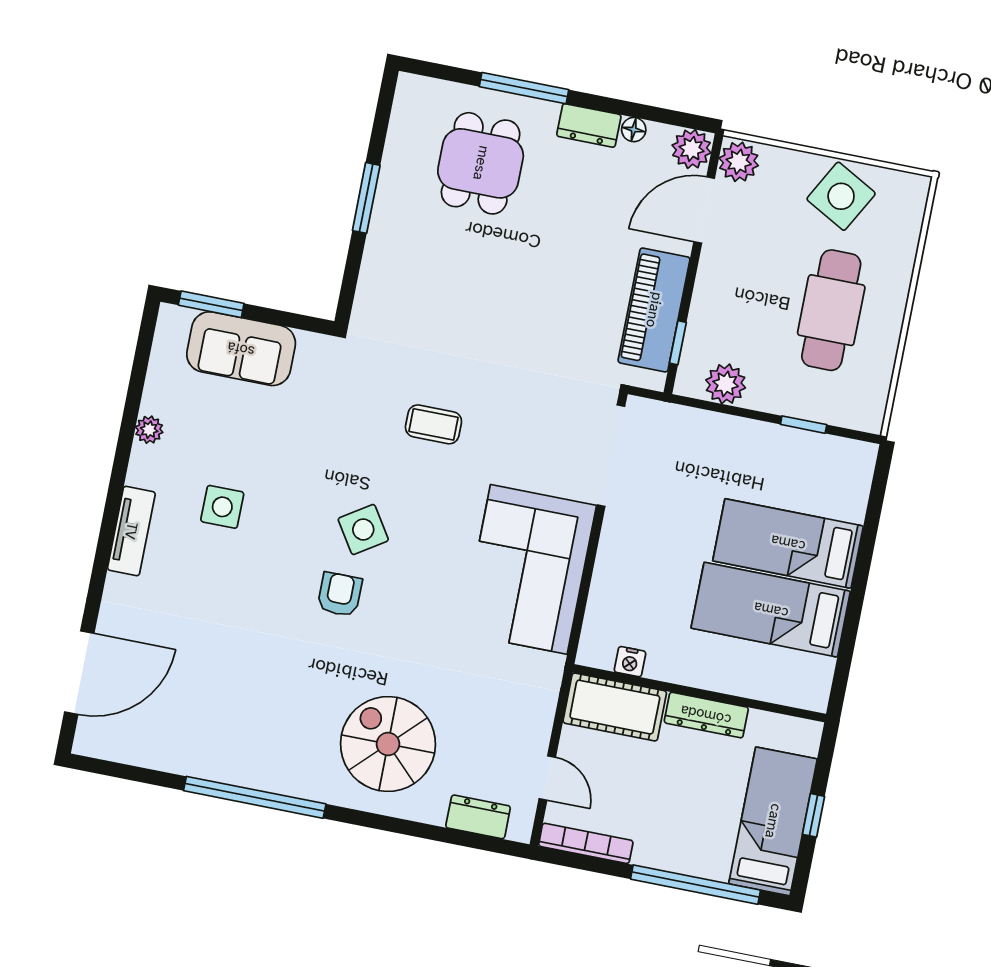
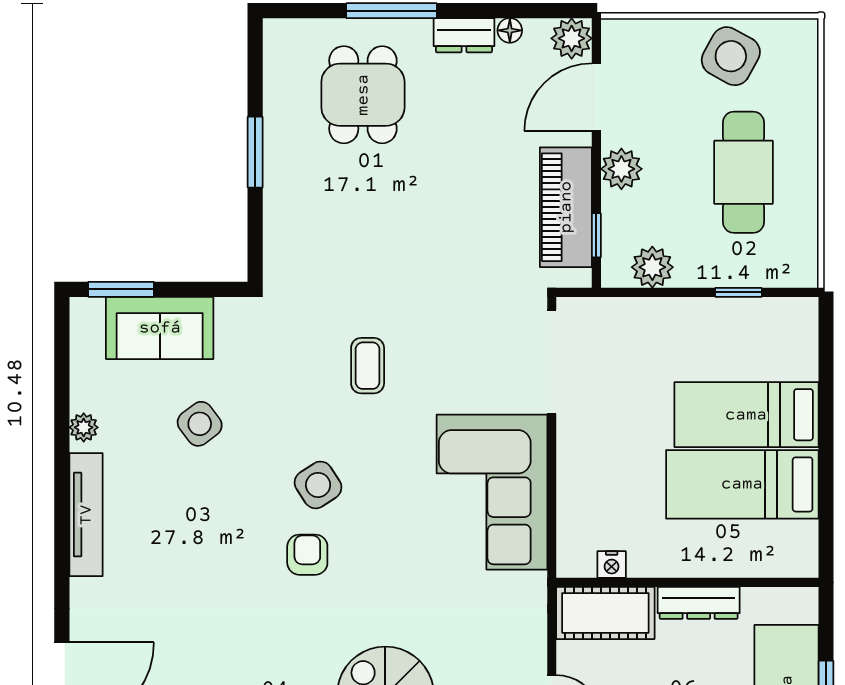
plant: (739, 162) -> (621, 169), moved
coffee table: (433, 424) -> (368, 366), turned 90
side table: (222, 507) -> (200, 424), moved, turned -37
tv unit: (131, 531) -> (86, 515), width x1.41

